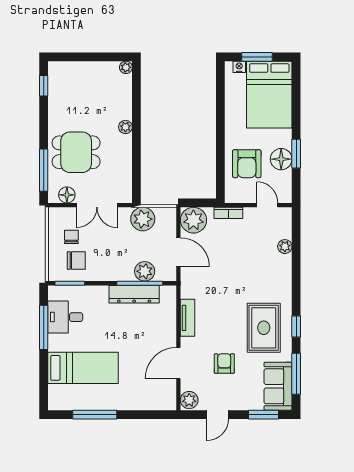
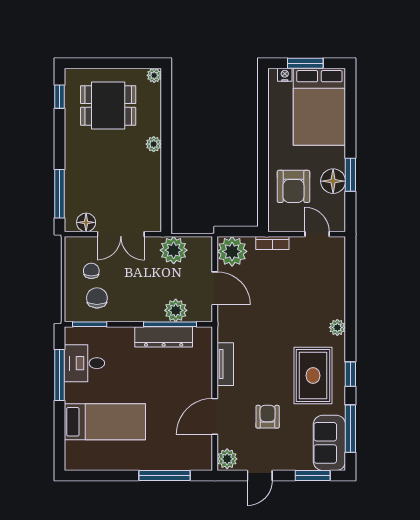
dining table: (76, 152) -> (108, 105), moved
plant: (285, 247) -> (337, 327), moved
chair: (76, 260) -> (97, 298), turned -90
window: (95, 415) -> (164, 476), moved

